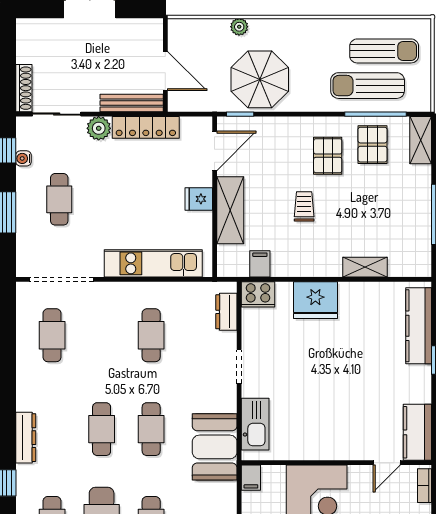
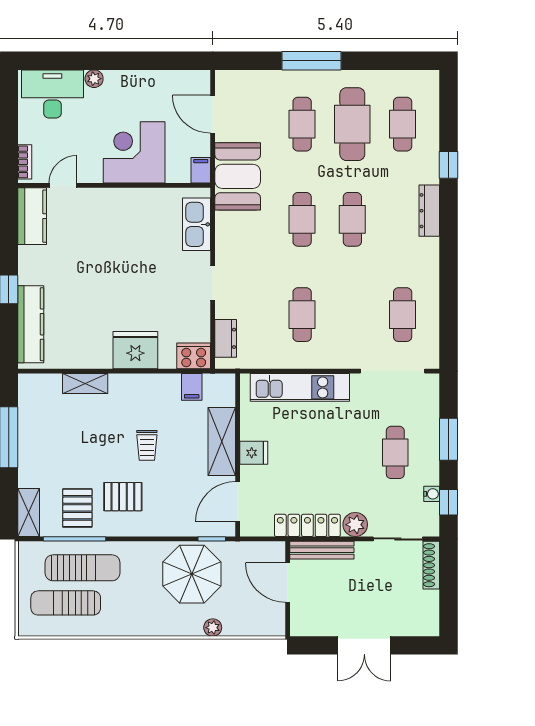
pallet: (328, 156) -> (123, 497), turned 90
booth: (215, 447) -> (238, 176), moved

